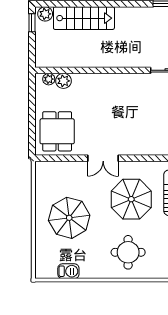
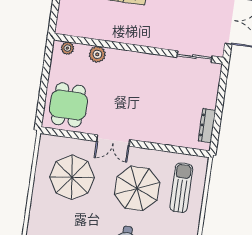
plant: (63, 81) -> (97, 54), moved
parasol: (69, 218) -> (72, 177), moved

